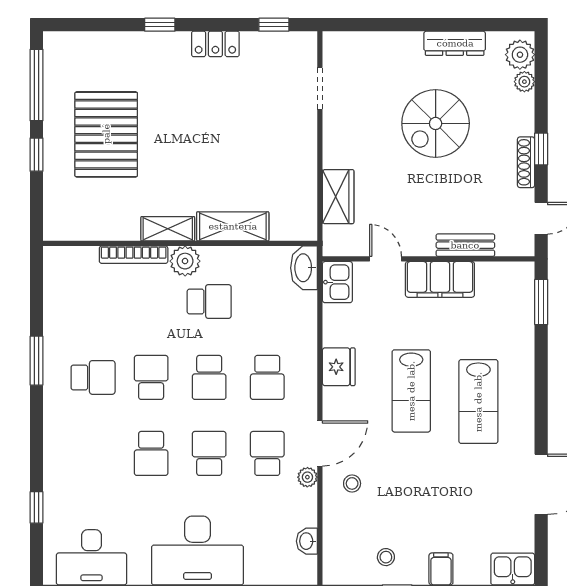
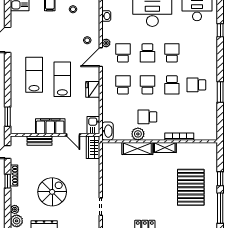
wardrobe: (338, 197) -> (93, 147), moved
plant: (185, 261) -> (138, 134), moved
school desk: (267, 453) -> (123, 53), turned 180

